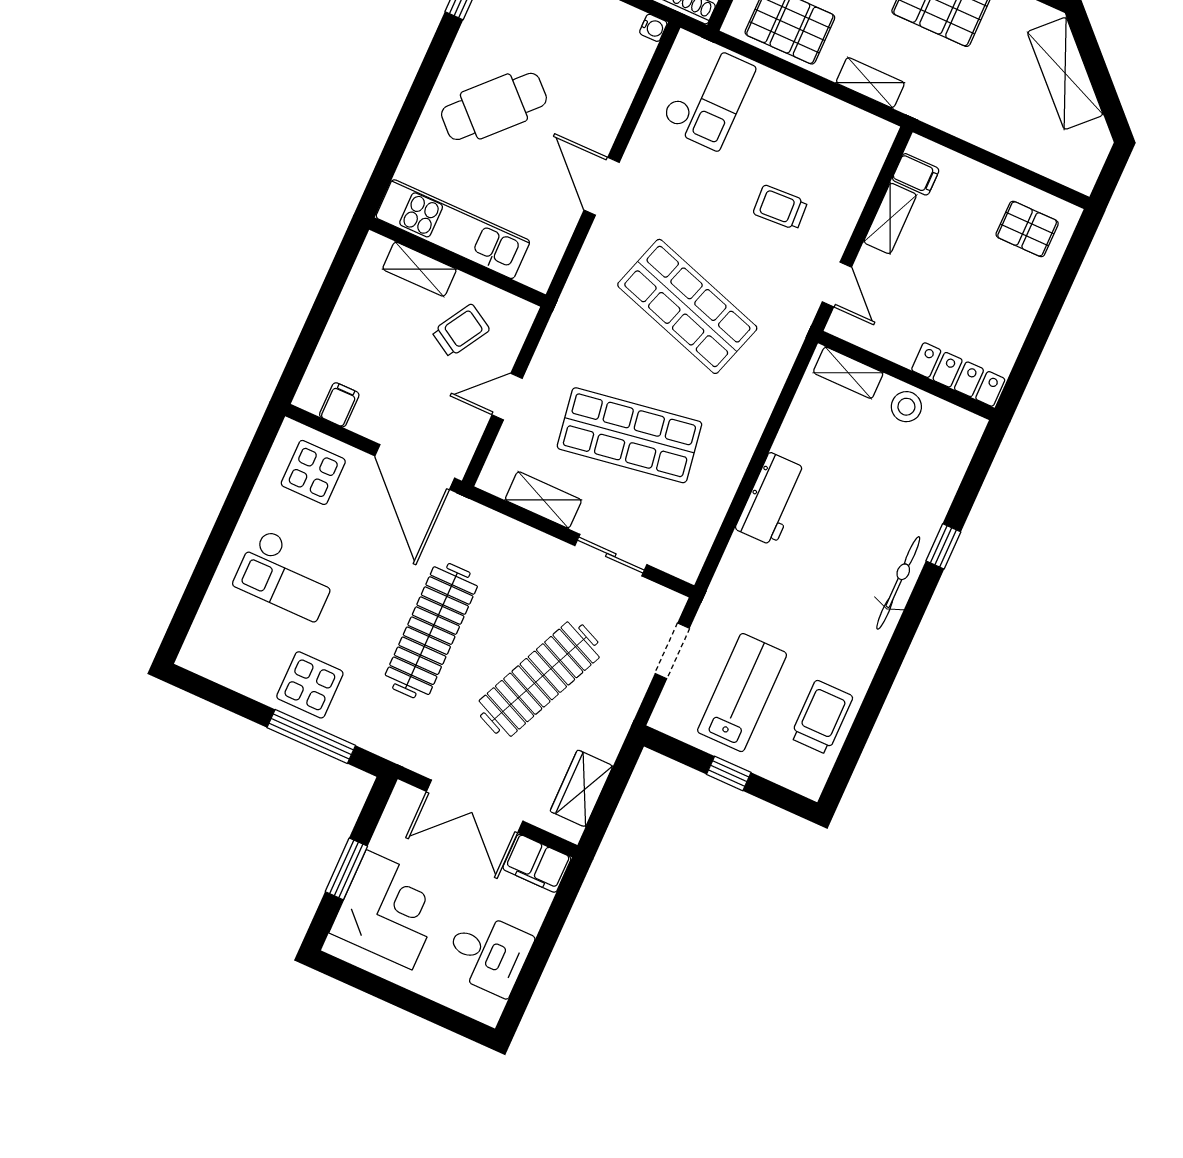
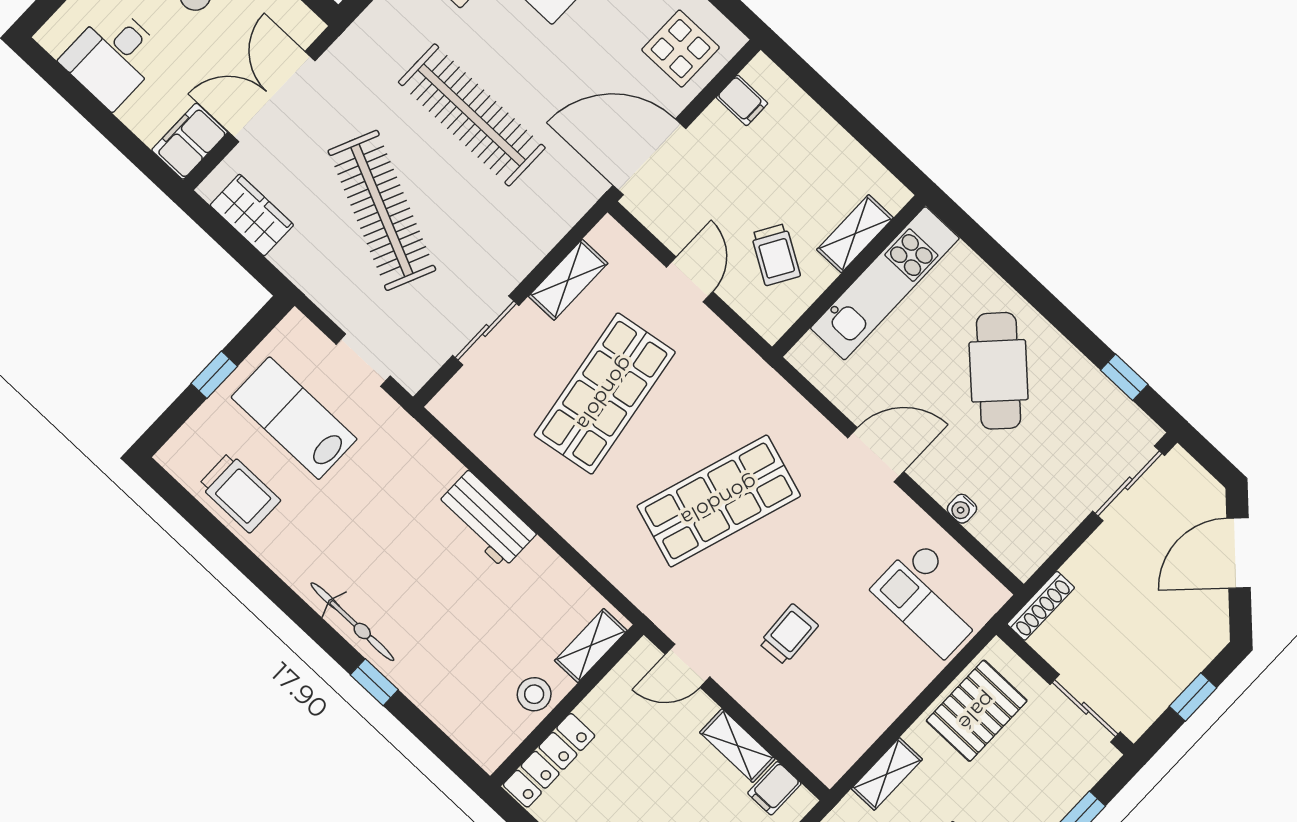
water cooler: (653, 28) -> (962, 509), moved
lab bench: (742, 693) -> (294, 418), turned 180

